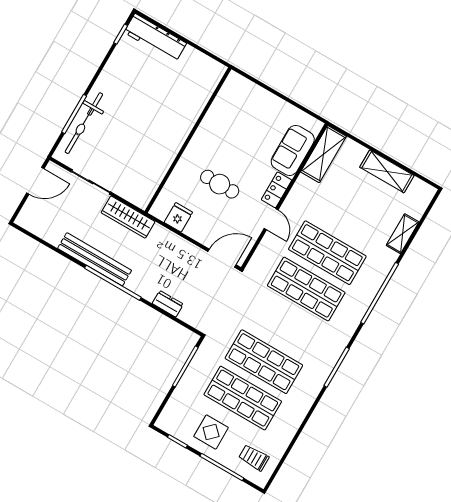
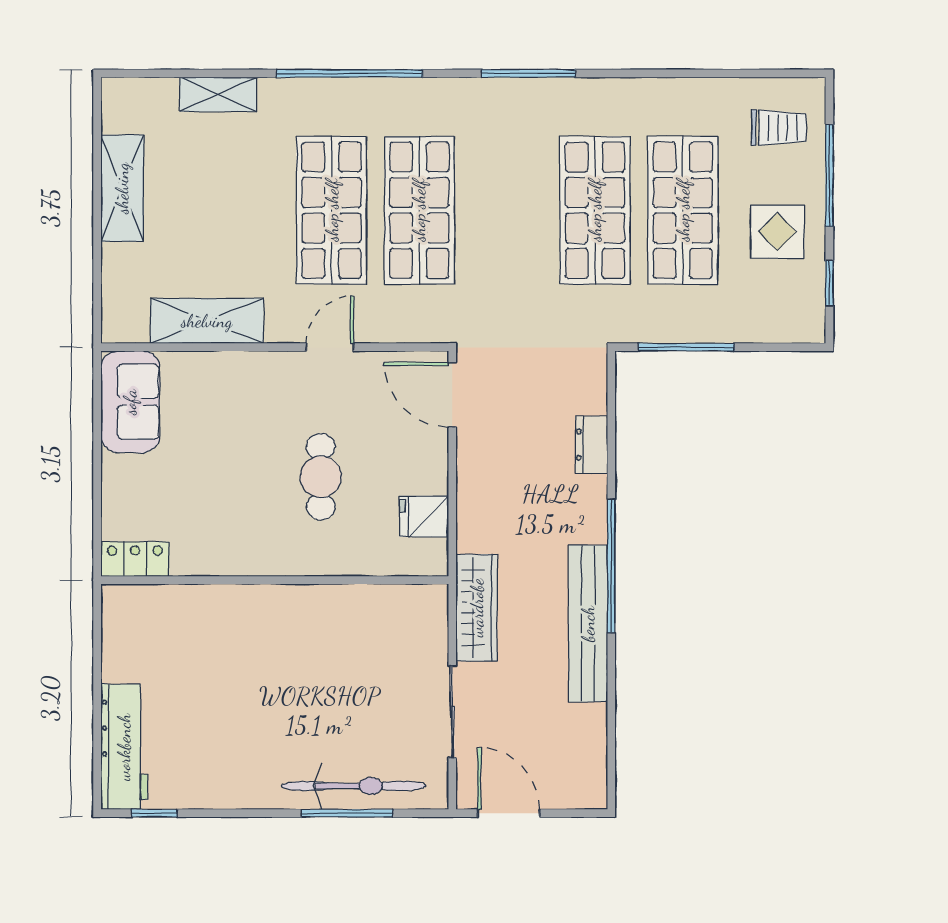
sofa: (293, 150) -> (130, 402), moved, turned -90
shelving: (324, 154) -> (207, 321), moved
locker: (277, 190) -> (135, 559), moved, turned 180
trolley: (254, 458) -> (779, 128), turned -90

